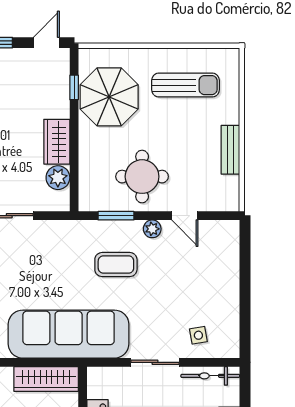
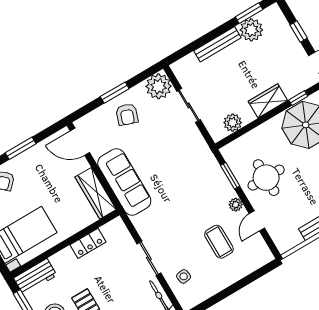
wardrobe: (57, 142) -> (268, 101), moved
coffee table: (116, 265) -> (219, 242), moved
sofa: (69, 334) -> (124, 182), width x0.74, depth x0.79

